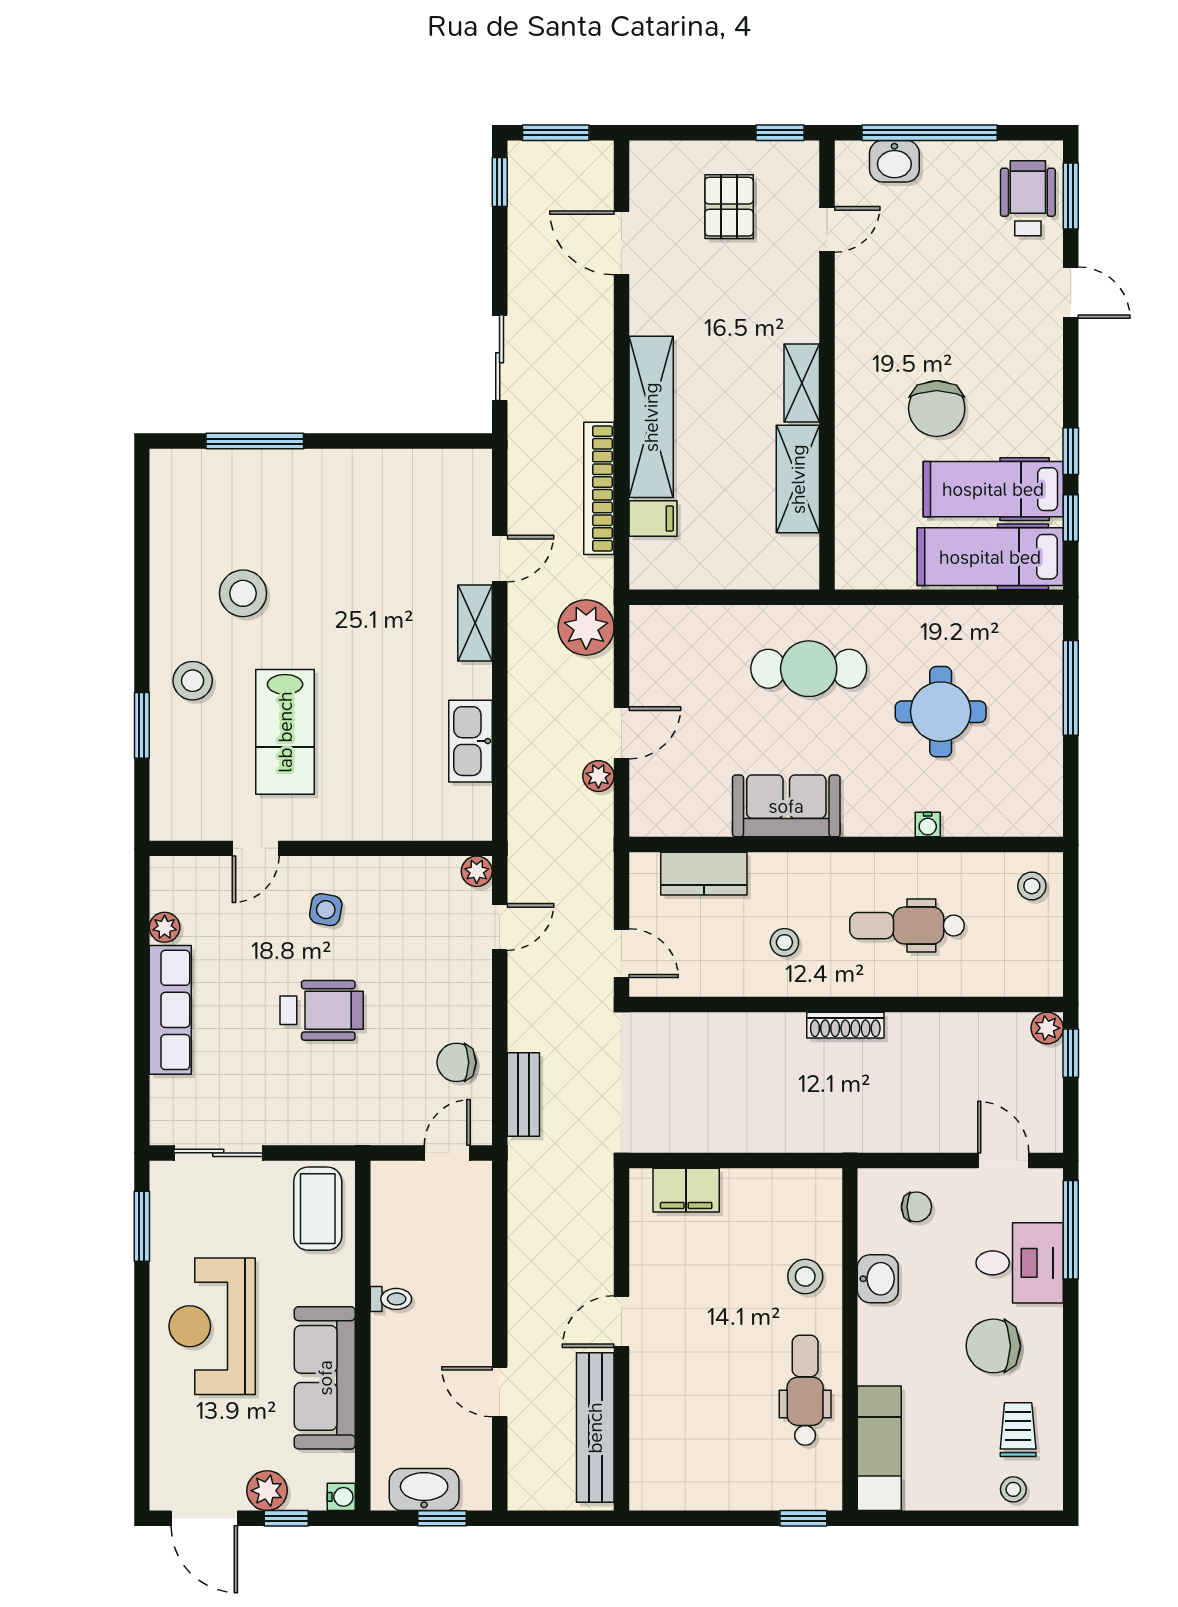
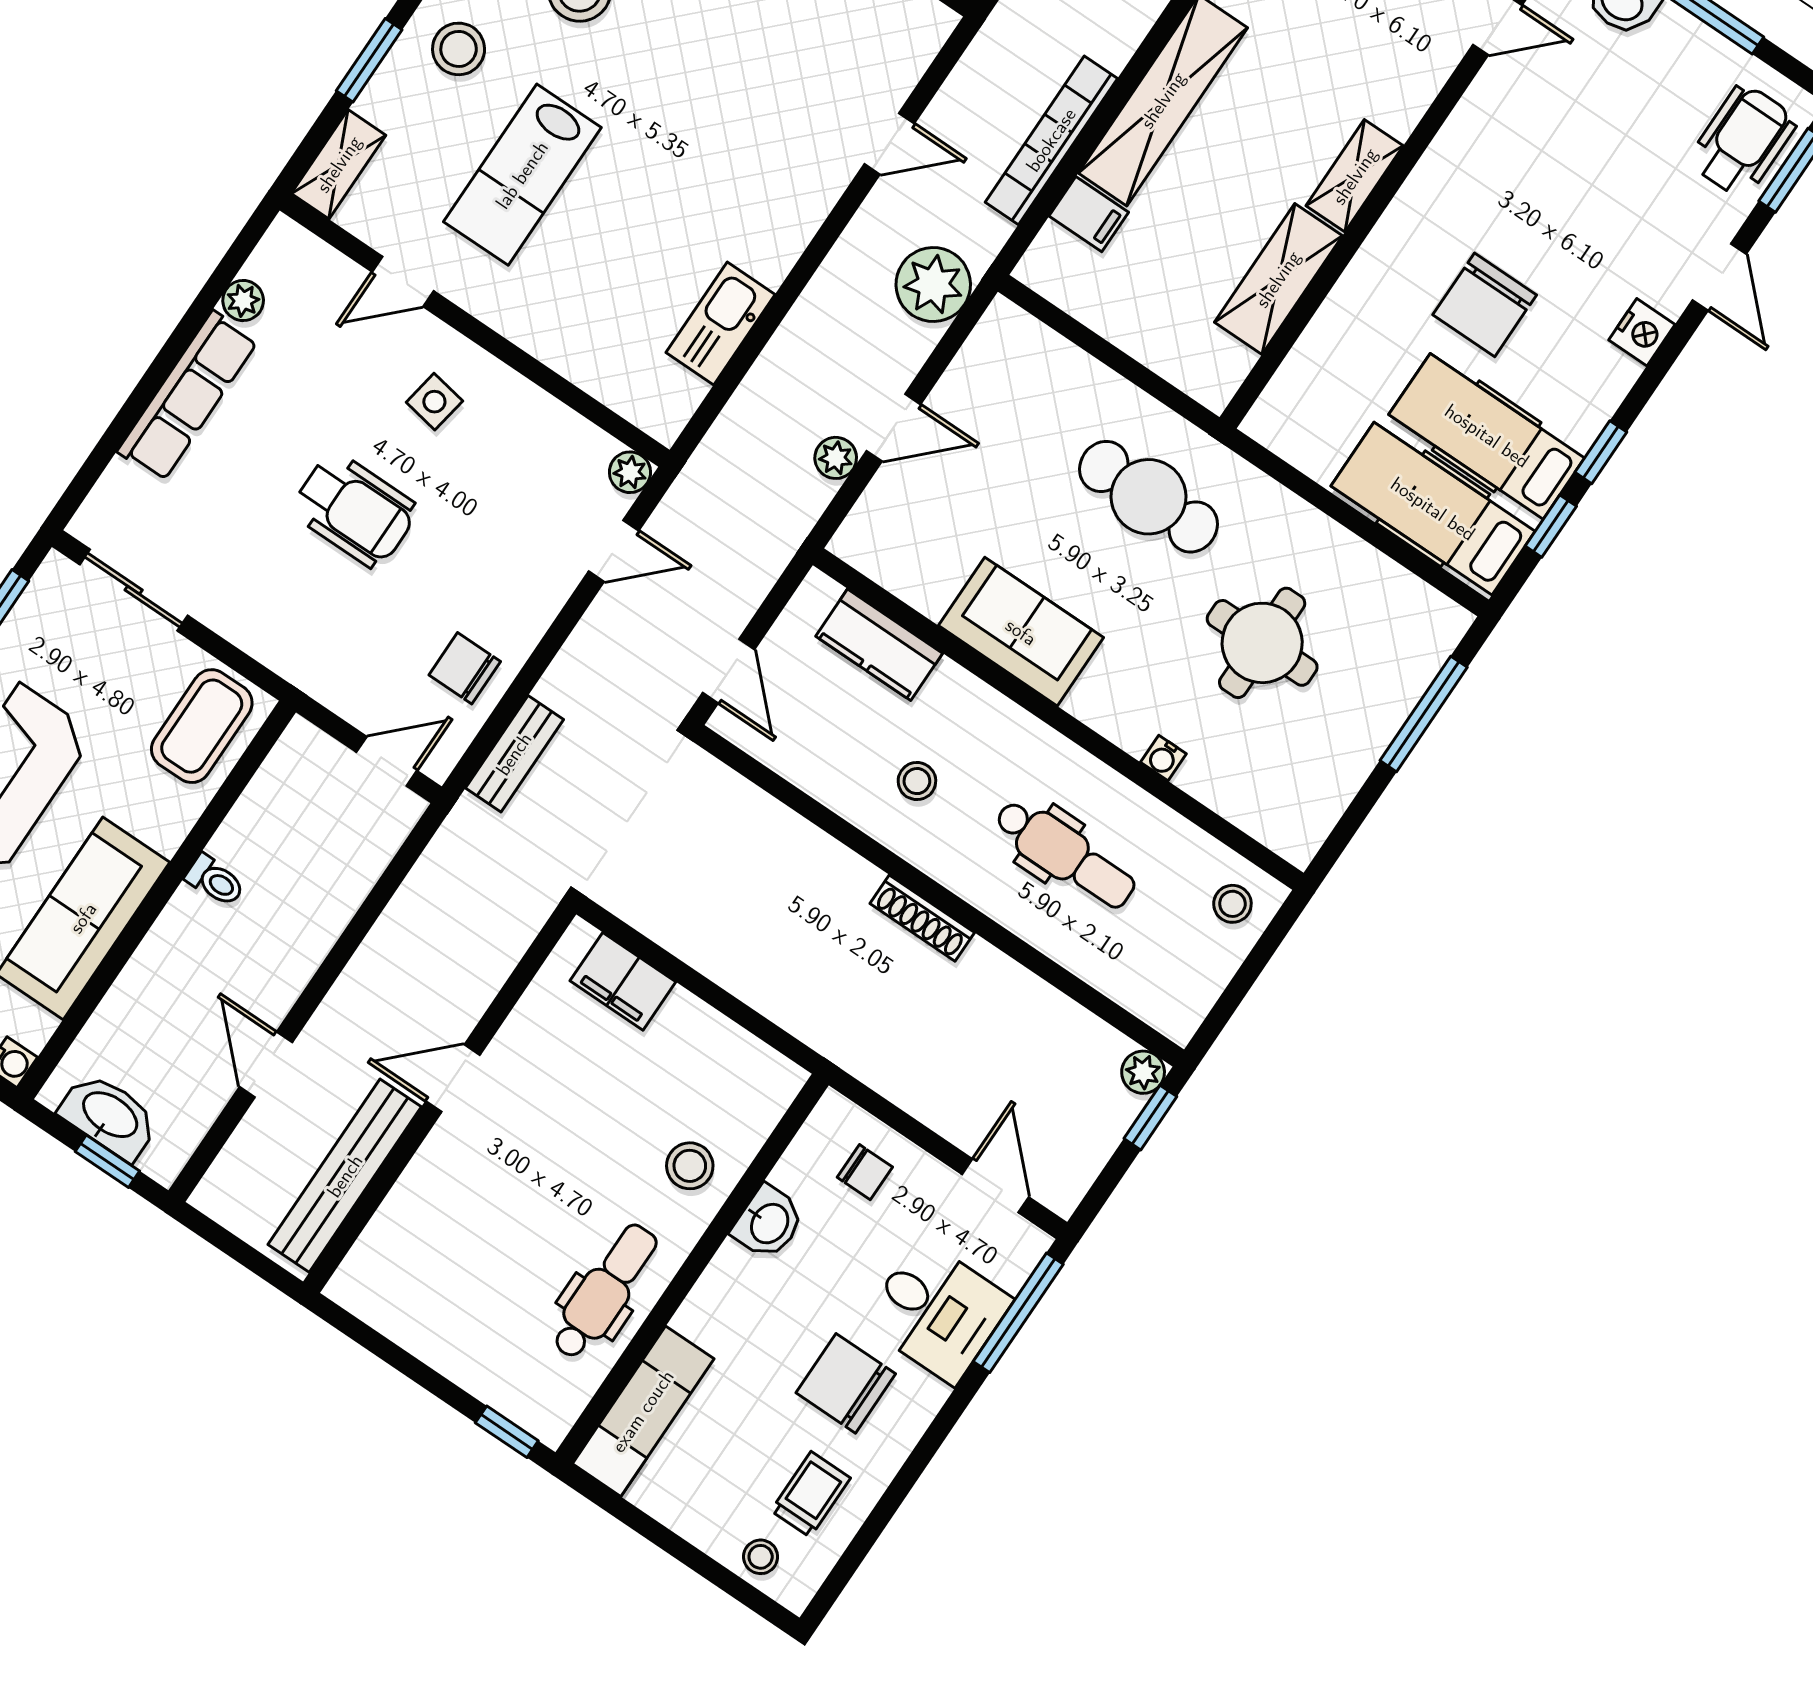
nightstand: (1046, 359) -> (1642, 332), added
shelving: (475, 623) -> (339, 164), moved
dental chair: (907, 926) -> (1065, 854), turned 180

